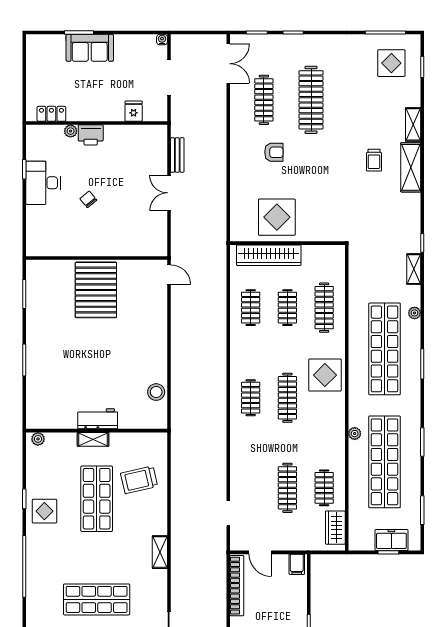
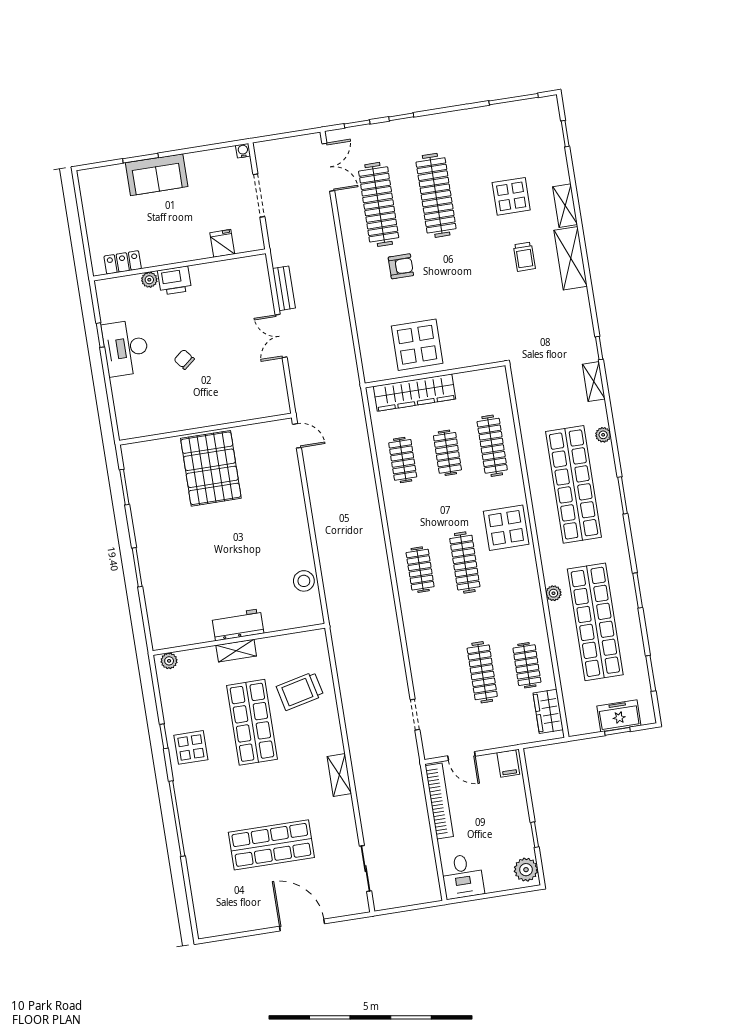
display table: (391, 63) -> (511, 196), moved
clothes rail: (264, 100) -> (379, 204), width x1.37, depth x1.31

